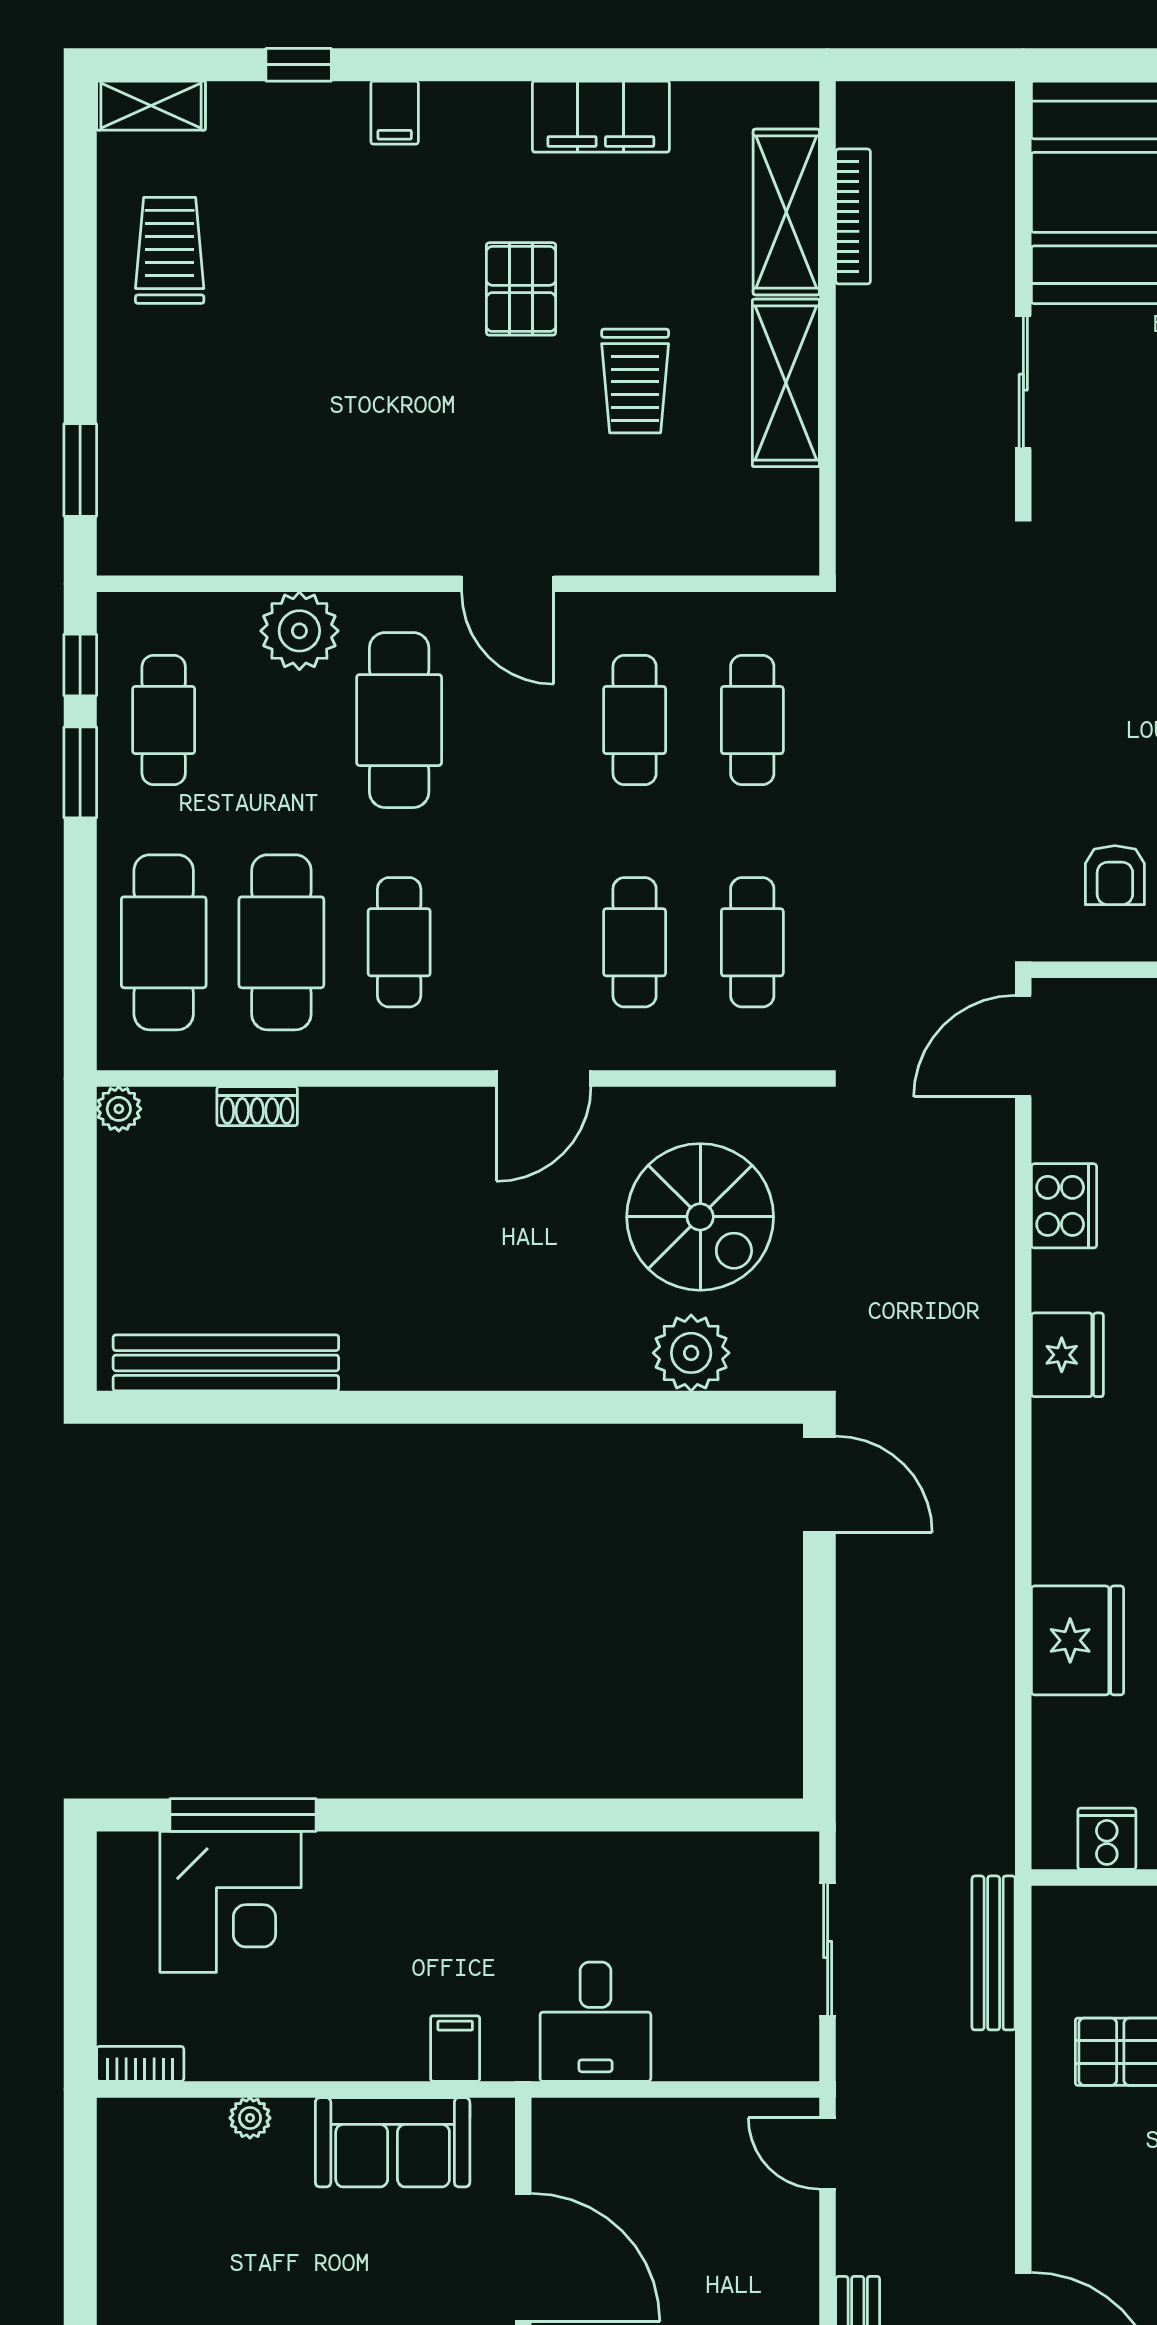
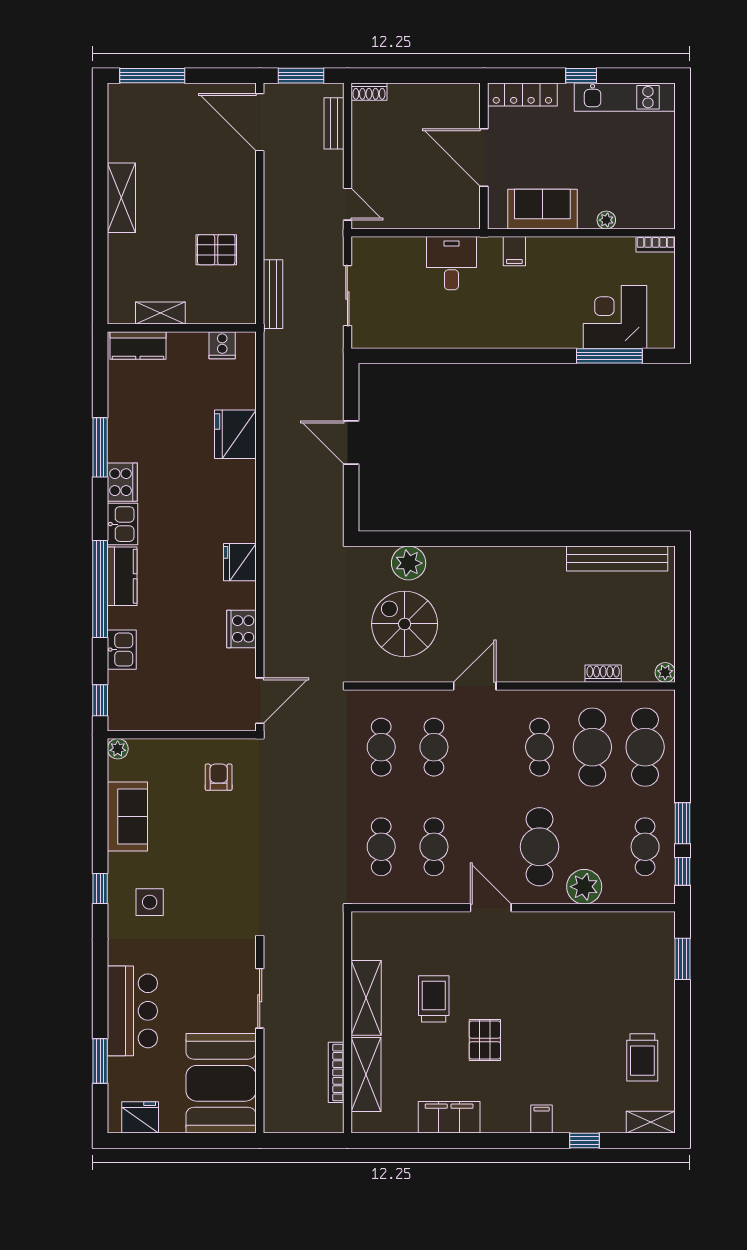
door: (819, 1484) -> (351, 443), moved

